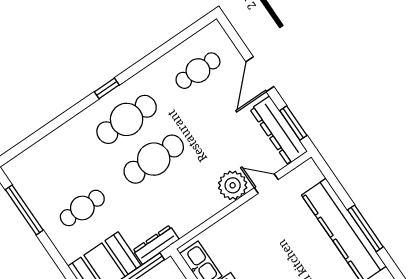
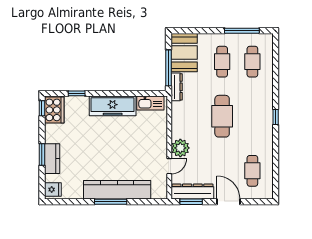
cafe table: (127, 119) -> (252, 62), moved, width x0.73, depth x0.74

